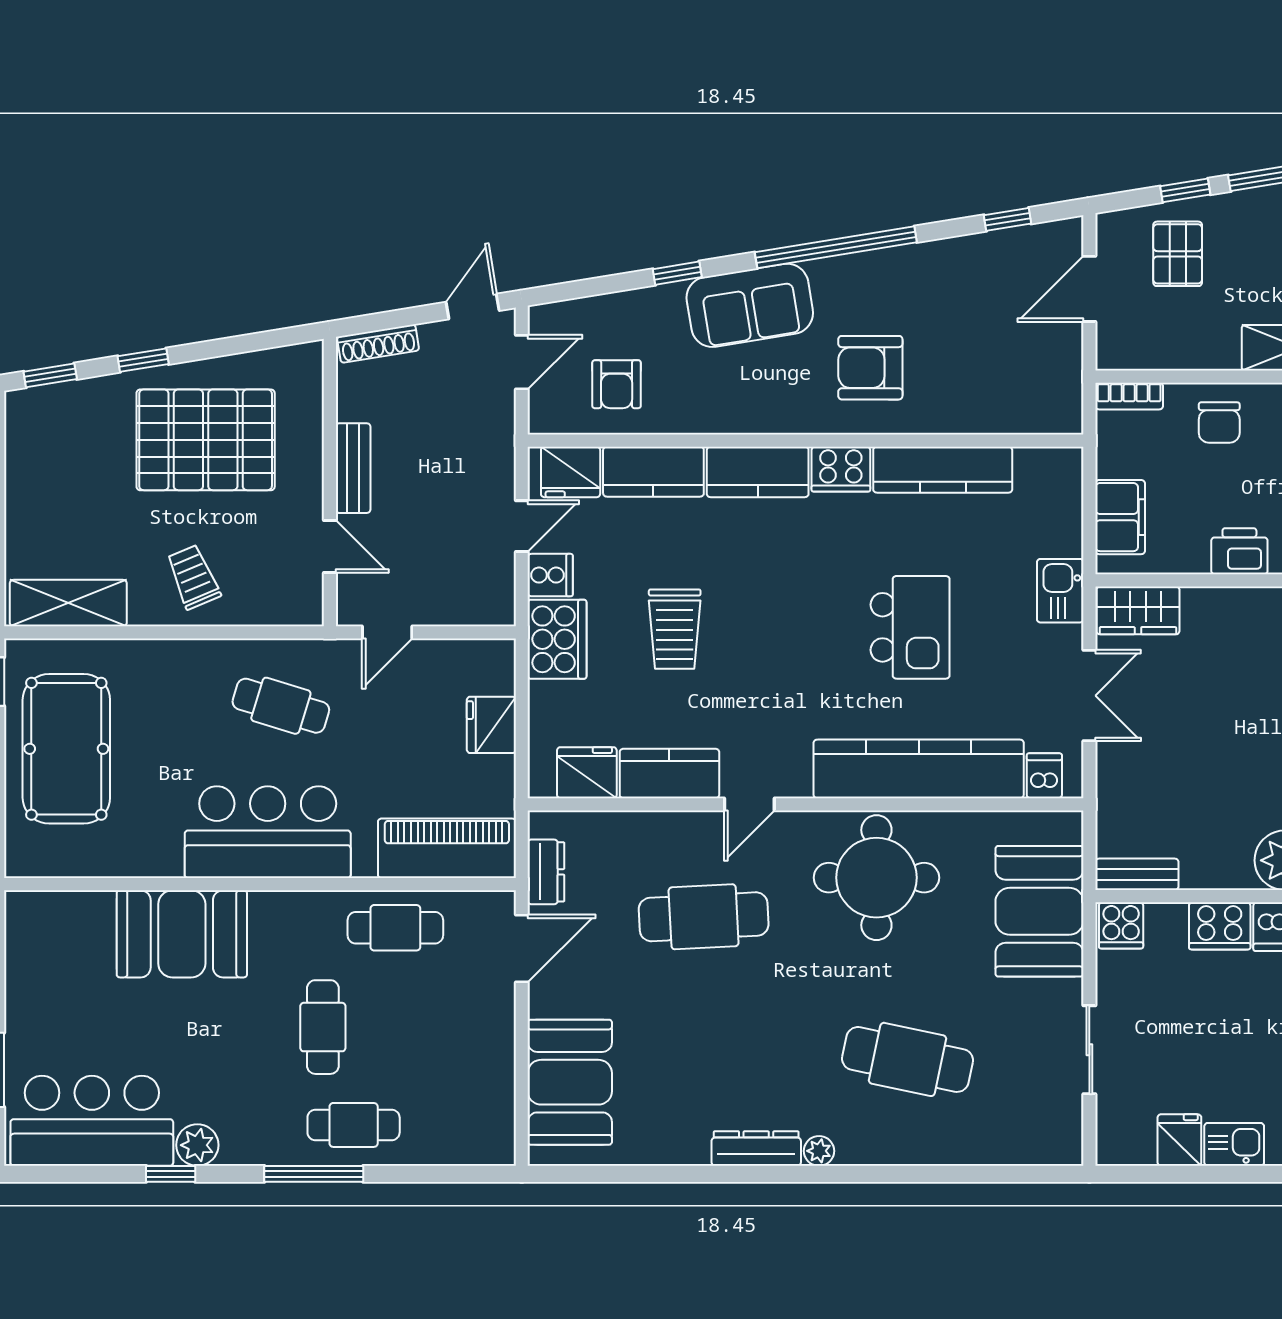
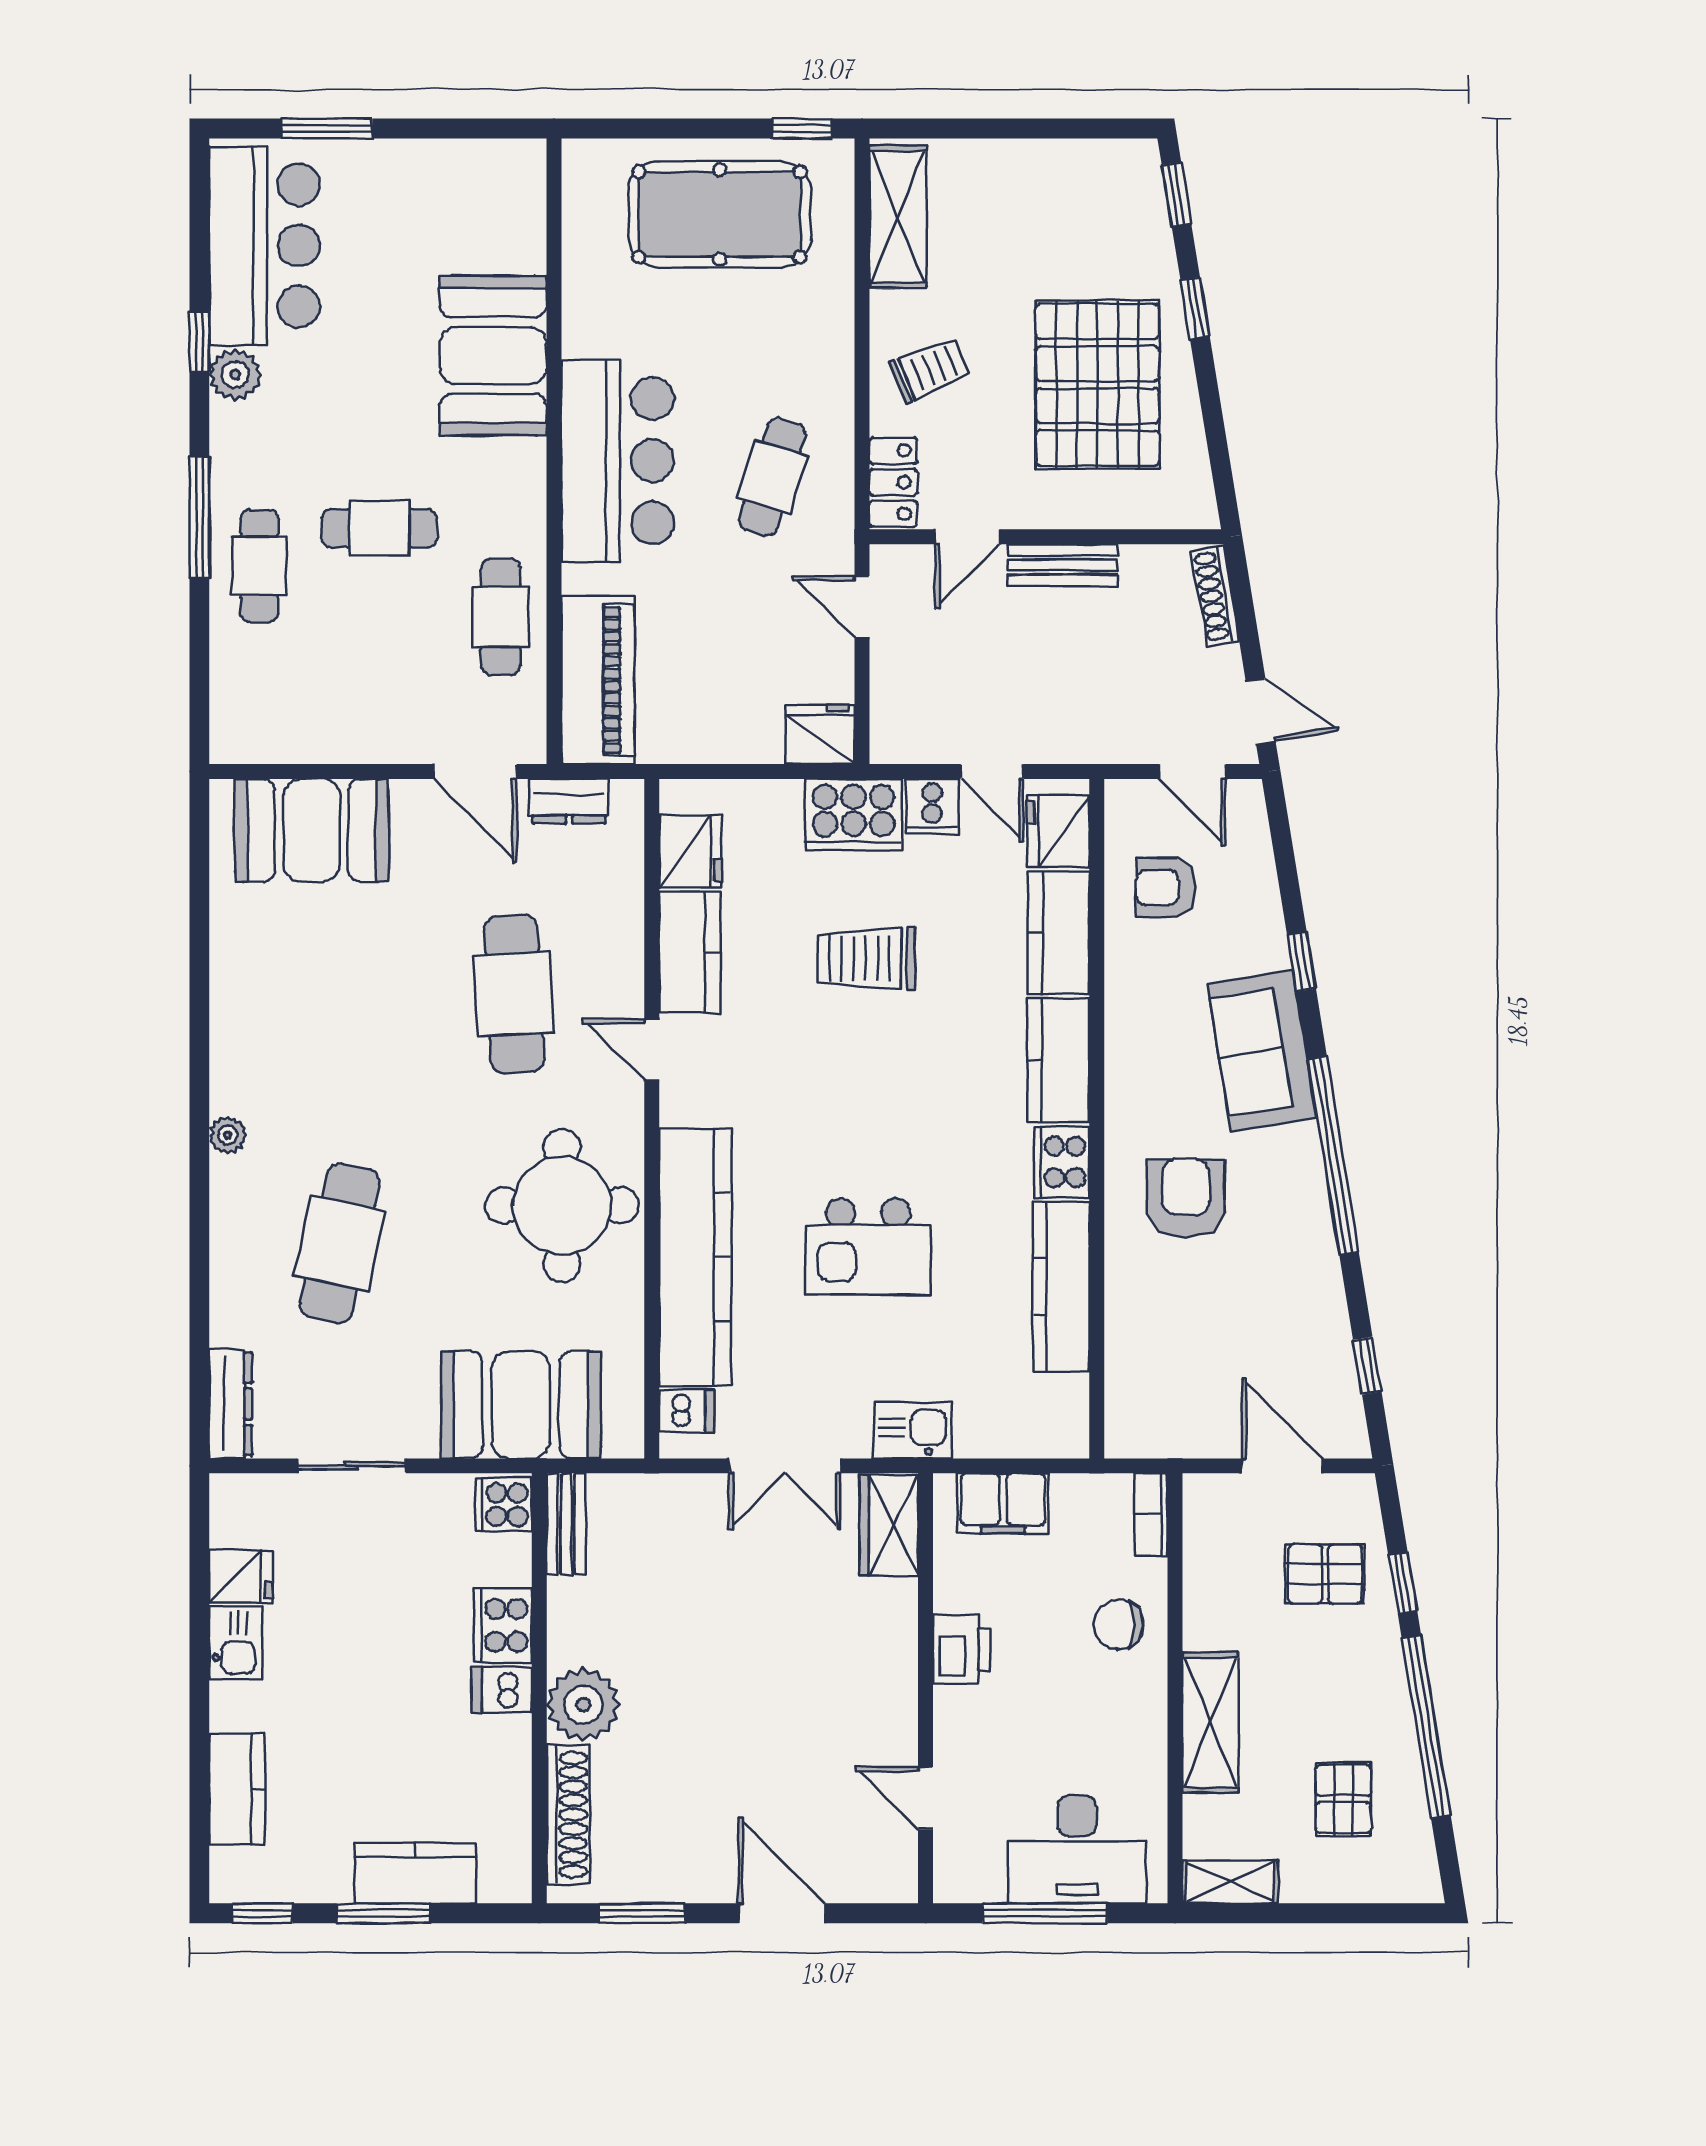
locker: (285, 607) -> (893, 482), added
fridge: (491, 725) -> (820, 734), moved
dresser: (756, 1149) -> (231, 1404), moved

